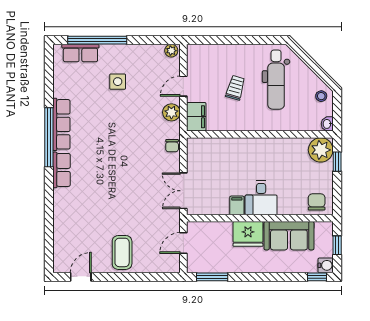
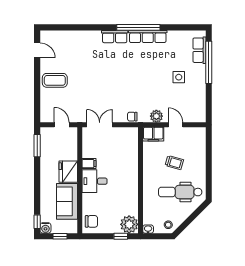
plant: (171, 51) -> (201, 116), removed

